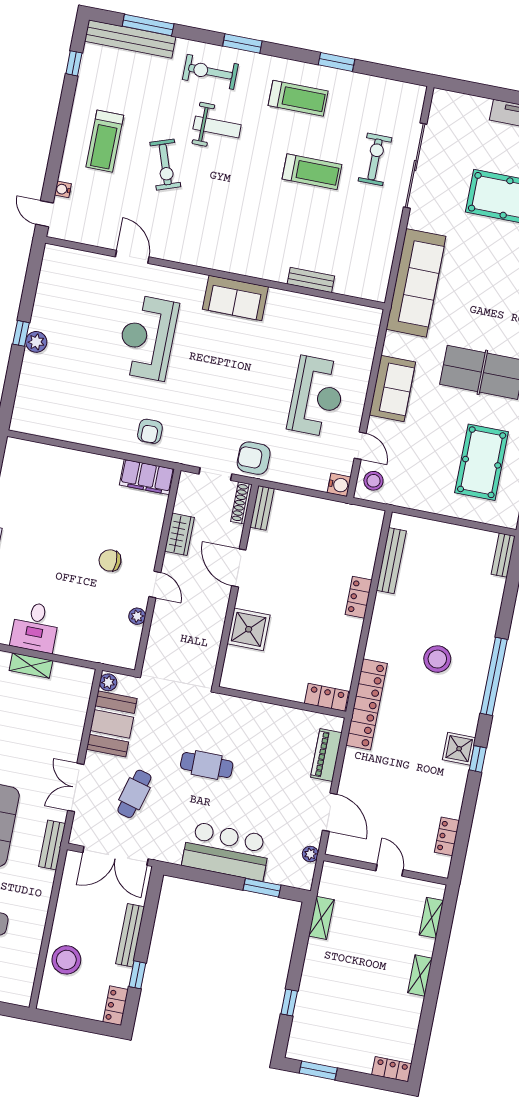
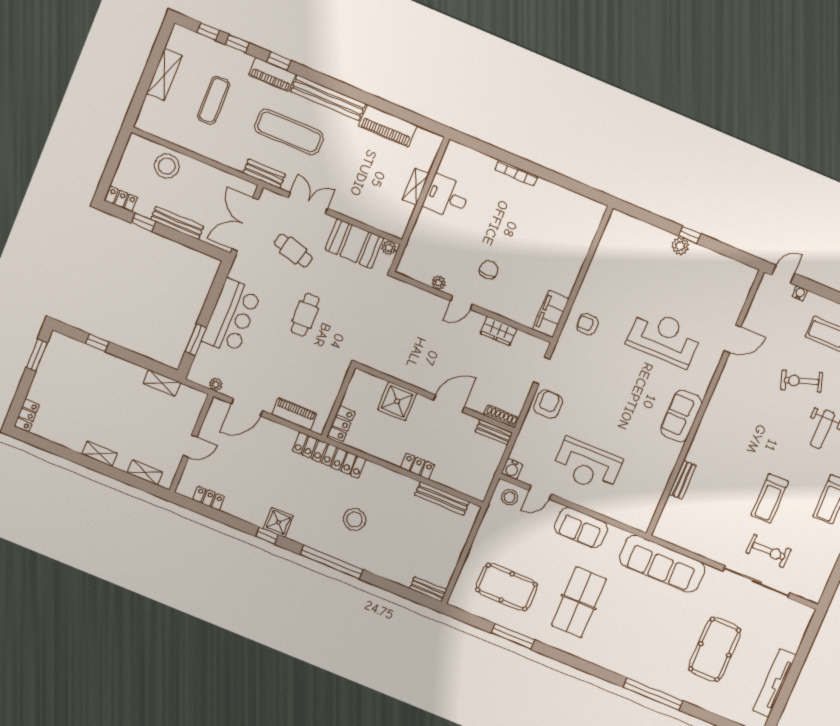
shoe rack: (241, 503) -> (501, 416), moved
bench: (262, 508) -> (494, 432), moved
door: (239, 568) -> (449, 404), moved
wall: (235, 585) -> (435, 398), moved
shower: (249, 629) -> (397, 401), moved

